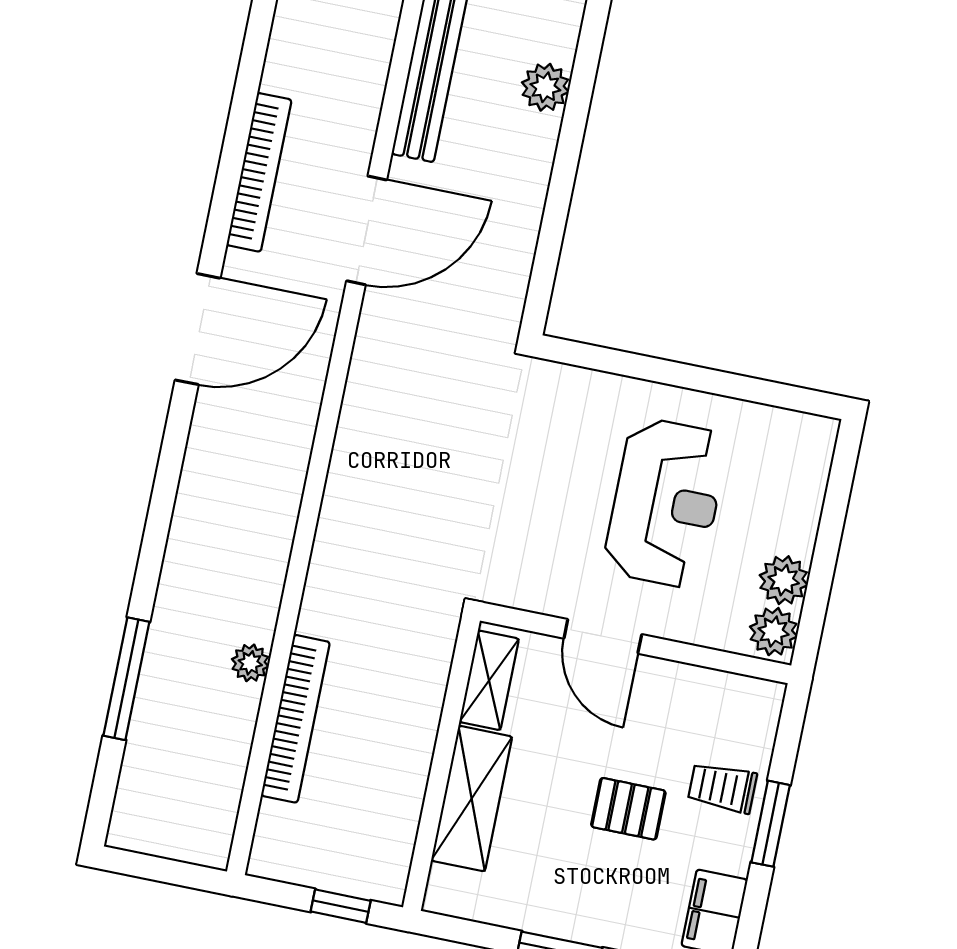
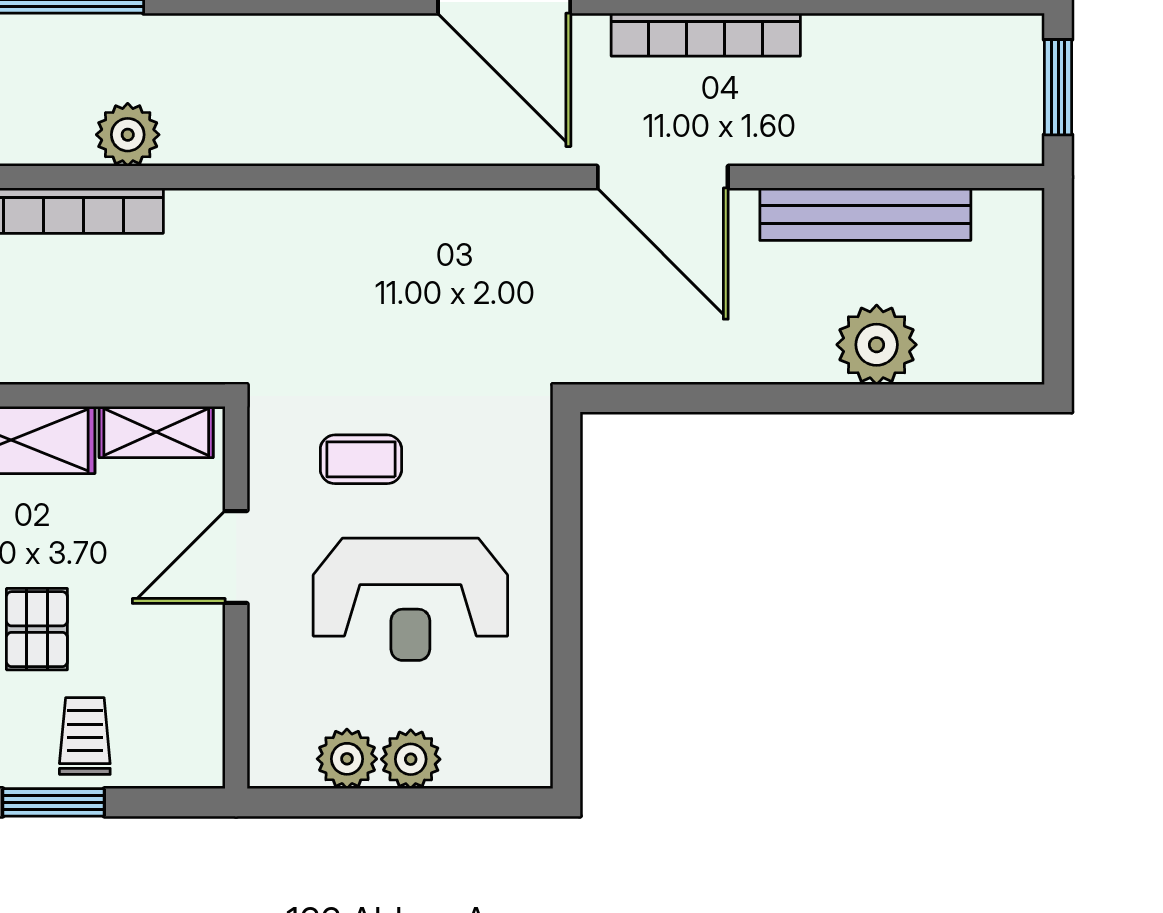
plant: (545, 87) -> (877, 345), width x1.36, depth x1.36
coffee table: (545, 520) -> (361, 459), added
plant: (774, 632) -> (411, 759), moved
plant: (250, 663) -> (128, 135), width x1.38, depth x1.38

